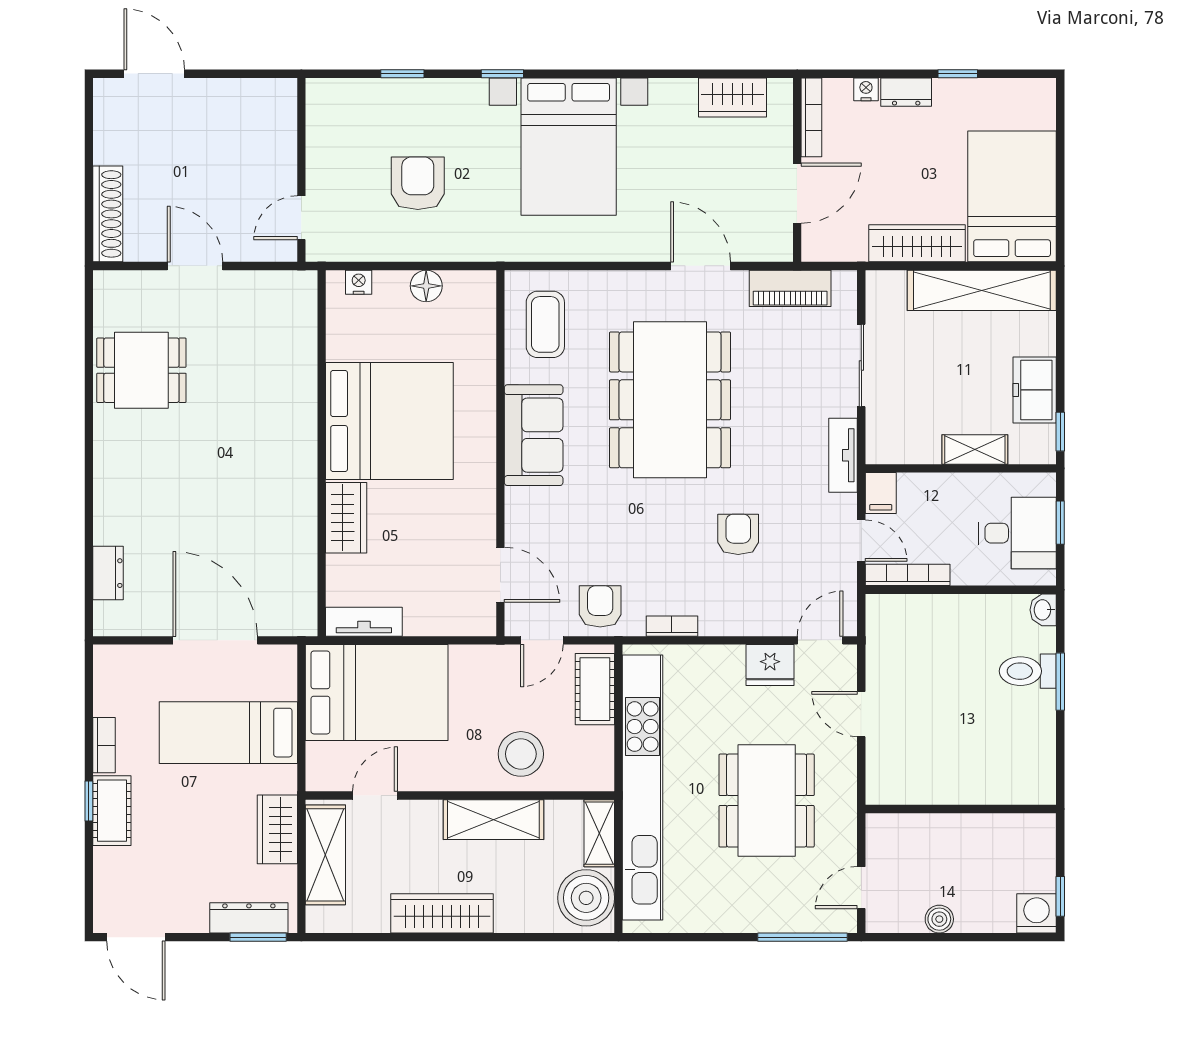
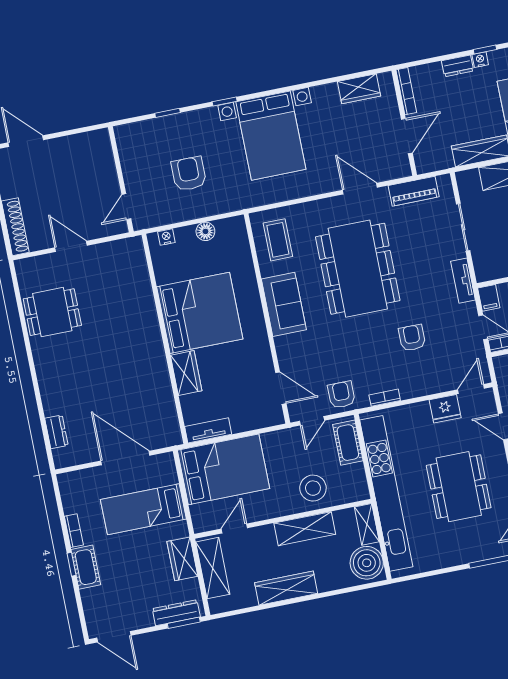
nightstand: (866, 89) -> (480, 60), moved

